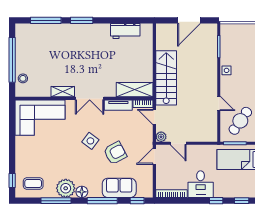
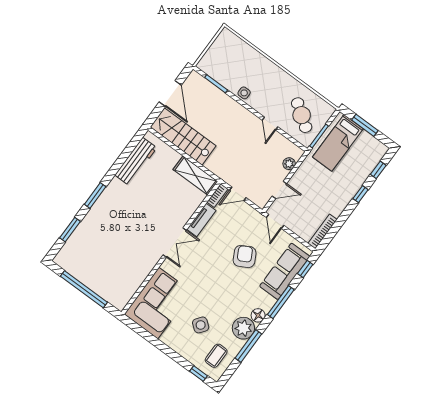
window: (46, 20) -> (70, 230), width x0.69
workbench: (125, 31) -> (136, 161), width x1.37
stool: (23, 78) -> (109, 292), removed
stairs: (166, 78) -> (183, 136), moved
shelving: (135, 90) -> (195, 175), moved, turned 90
shelving: (63, 92) -> (150, 263), removed
door: (219, 103) -> (270, 123), swing flipped
plant: (161, 137) -> (289, 164), moved
side table: (90, 141) -> (201, 325), moved
desk: (201, 184) -> (334, 197), removed
sofa: (119, 188) -> (285, 271), width x1.36

